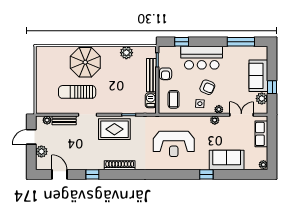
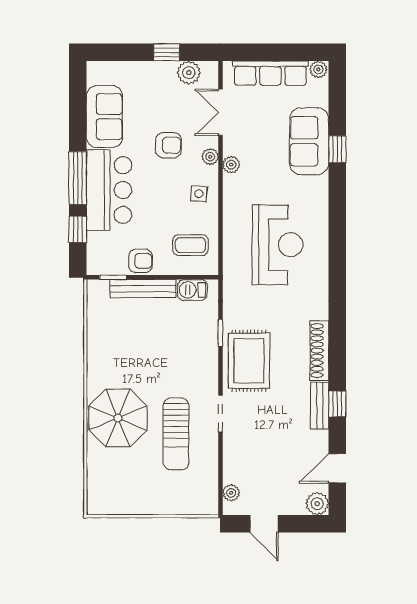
window: (241, 42) -> (78, 178), moved
plant: (126, 53) -> (99, 337), removed
sofa: (258, 76) -> (104, 117), moved, turned -90
armchair: (207, 87) -> (168, 145), moved, turned 67
bench: (64, 120) -> (320, 406), moved
row of seats: (261, 134) -> (270, 73), width x1.48
plant: (41, 152) -> (317, 504), moved
window: (206, 174) -> (337, 149), moved

